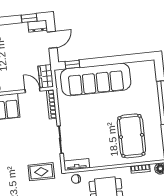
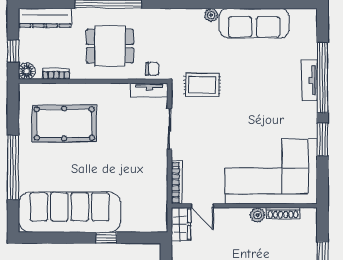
window: (72, 64) -> (106, 238), moved
sofa: (96, 79) -> (69, 212), moved
pool table: (131, 136) -> (64, 123), turned 90

